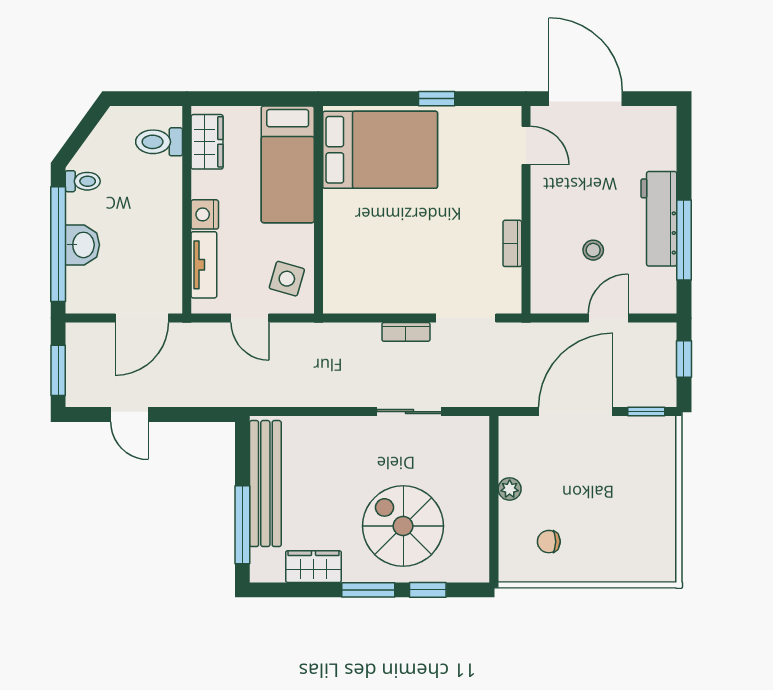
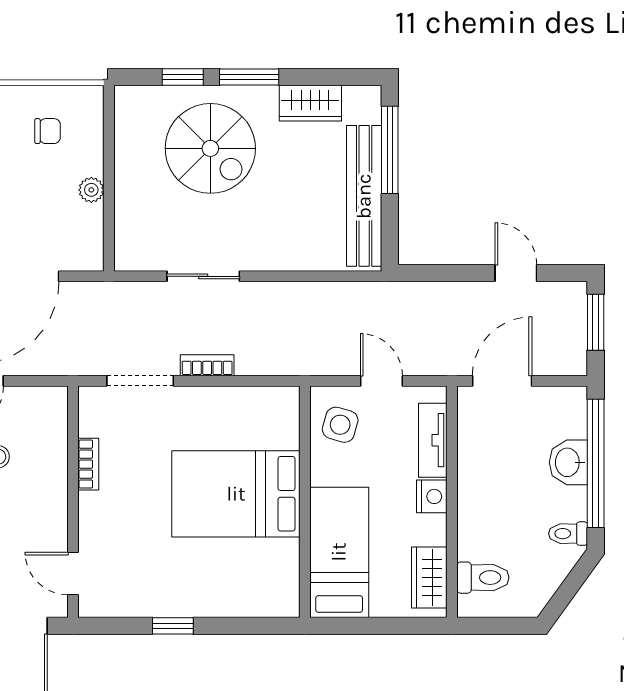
bed: (380, 150) -> (236, 494), moved

